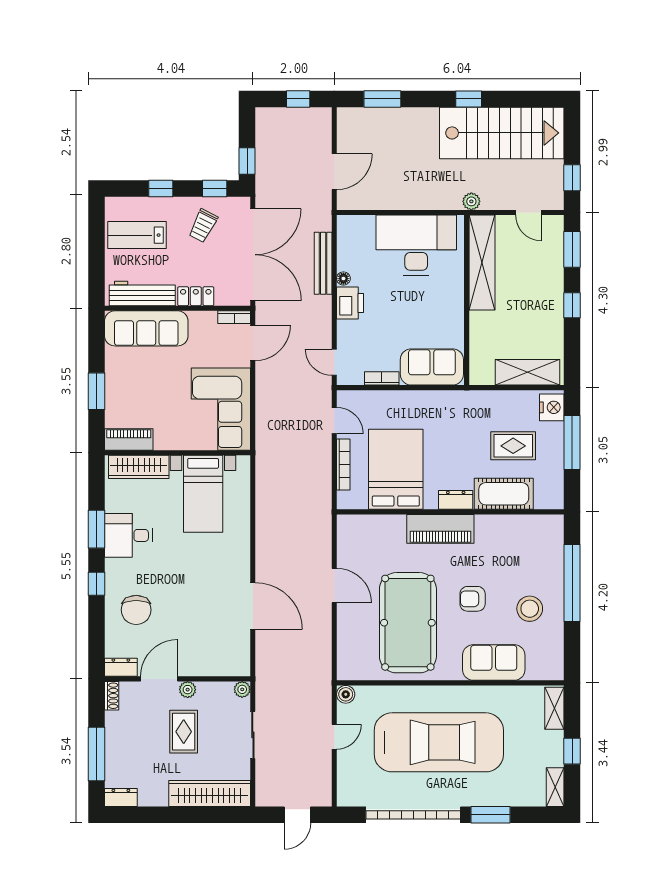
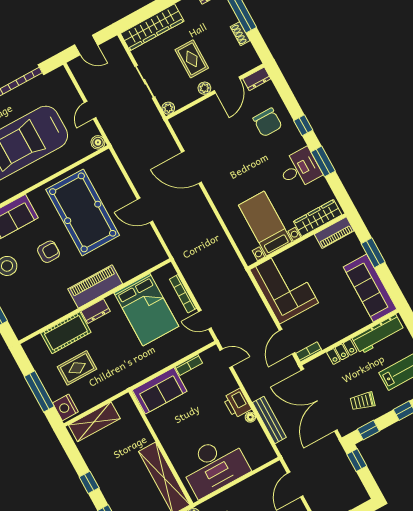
trolley: (203, 226) -> (363, 401), turned -102
sofa: (146, 328) -> (370, 288), moved, turned -90
chair: (136, 610) -> (267, 122), turned 180
shoe rack: (112, 696) -> (240, 34), moved
door: (297, 815) -> (86, 45), swing flipped

